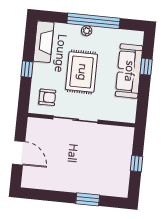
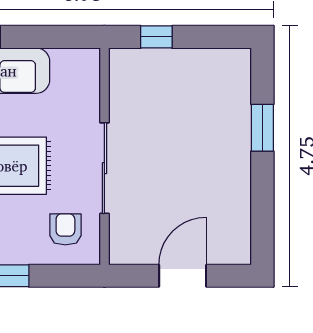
window: (137, 164) -> (156, 37), moved

